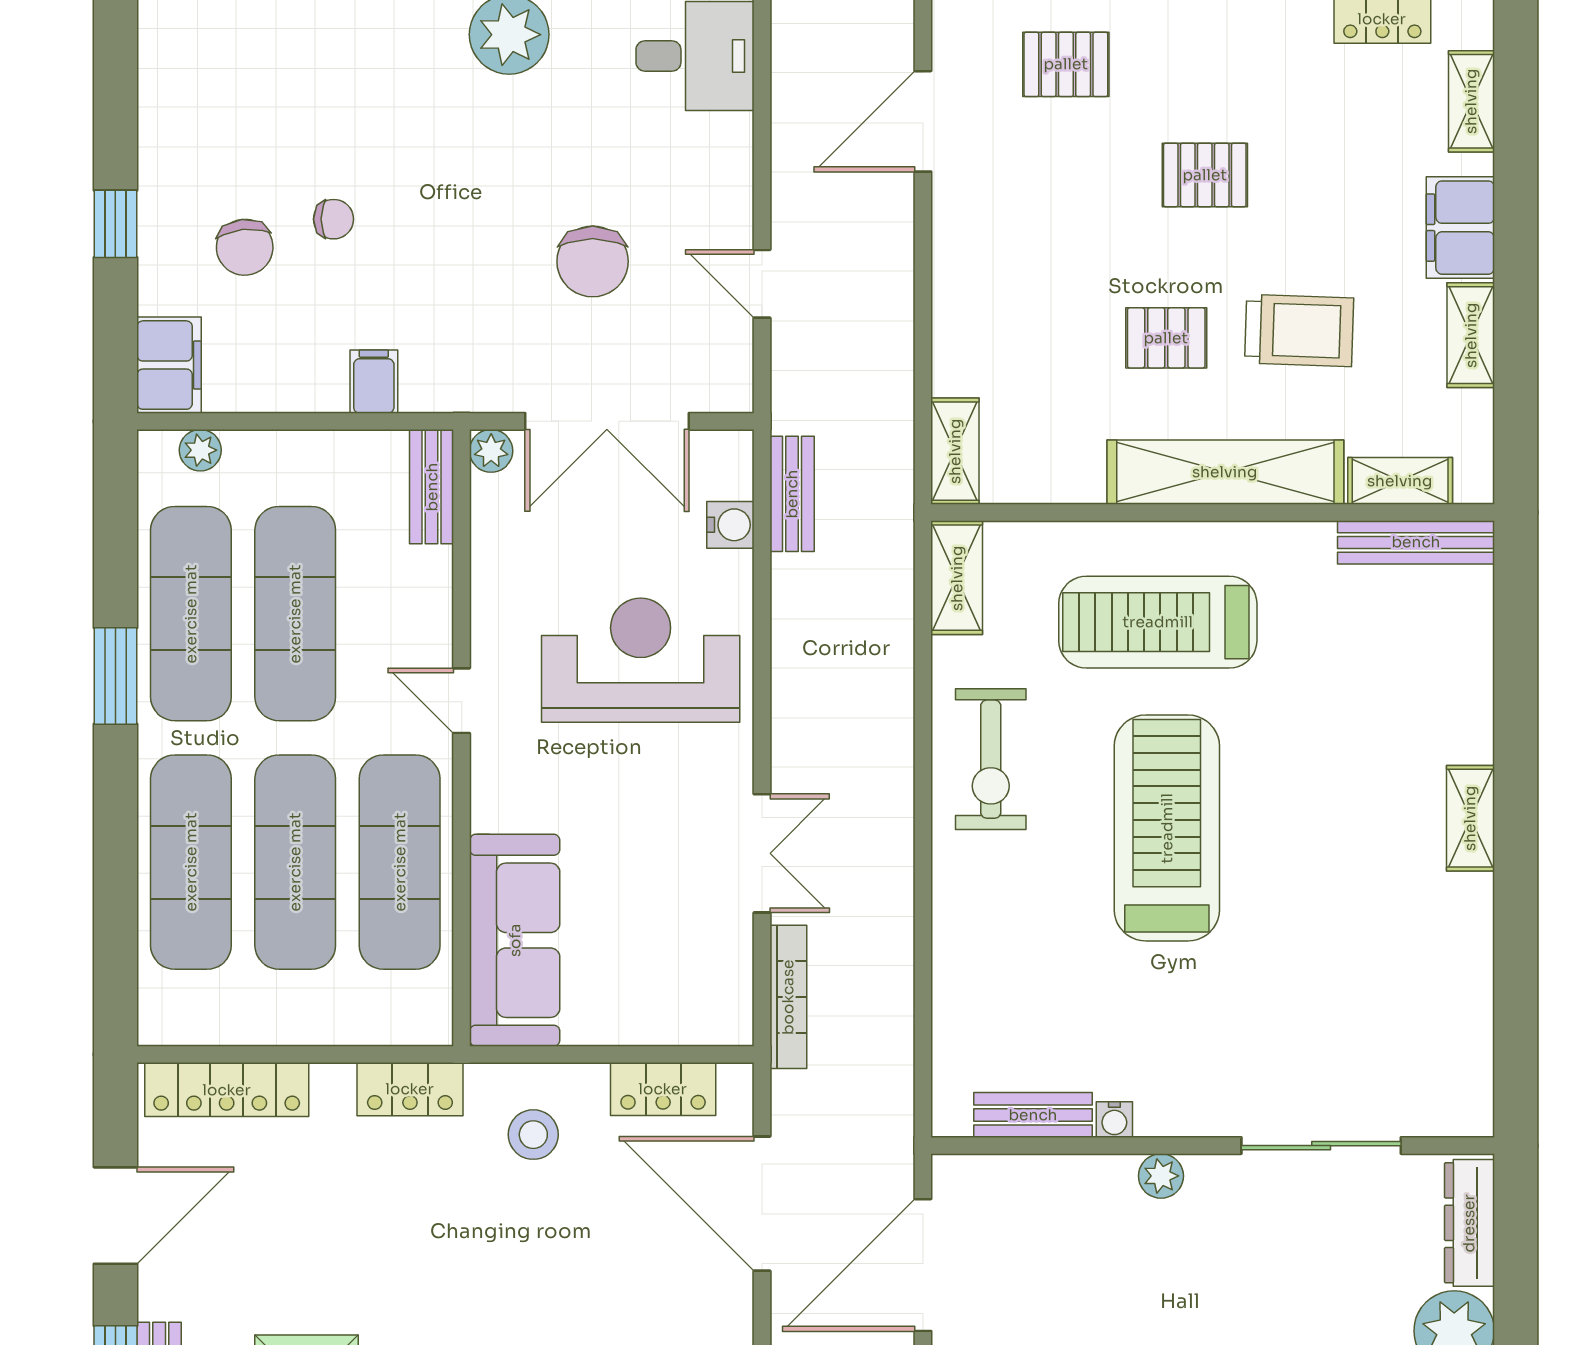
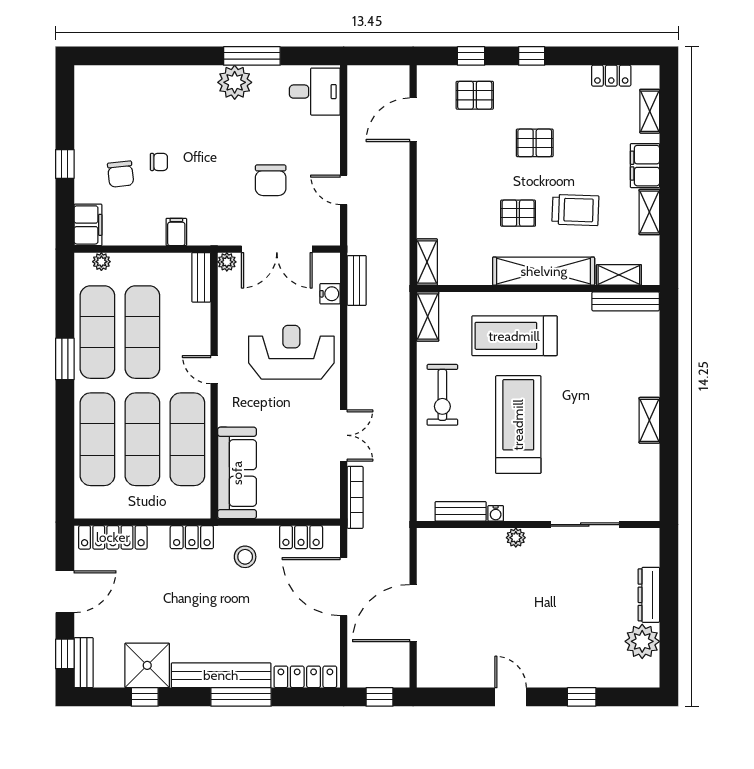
bench: (1033, 1115) -> (461, 511), moved
water cooler: (1114, 1120) -> (496, 513), moved
wall: (1213, 1146) -> (538, 525), moved
sliding door: (1321, 1146) -> (585, 525), moved
plant: (1161, 1176) -> (516, 538), moved

